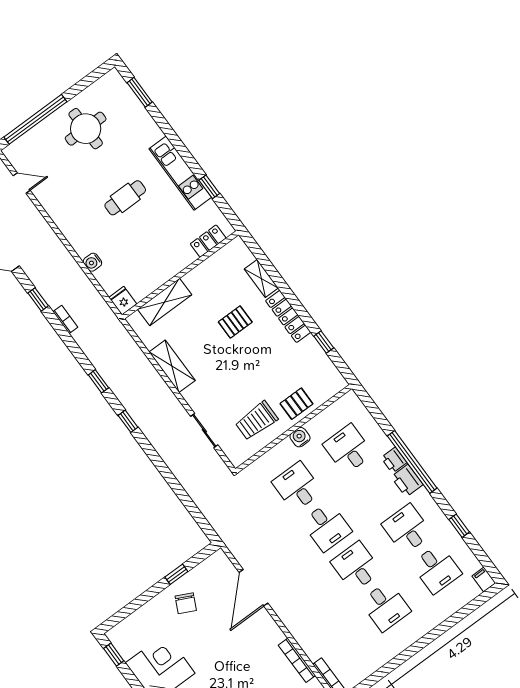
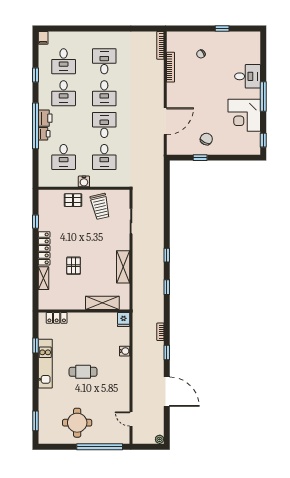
pallet: (235, 322) -> (74, 266), turned 90
trolley: (256, 421) -> (100, 207), turned 77
desk: (436, 569) -> (64, 61), turned 180

